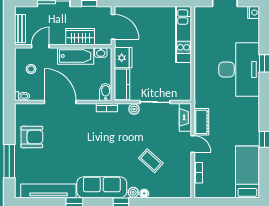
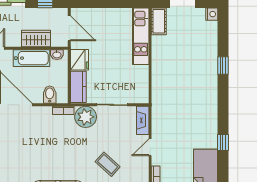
desk: (239, 70) -> (197, 72), removed
bidet: (106, 92) -> (50, 95), moved
plant: (134, 109) -> (86, 117), width x1.88, depth x1.88
cot: (201, 122) -> (159, 21), moved
door: (193, 144) -> (150, 147), swing flipped

